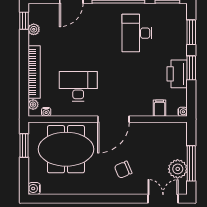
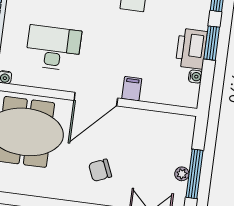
filing cabinet: (160, 108) -> (132, 89), moved
water cooler: (183, 112) -> (195, 77), moved
plant: (178, 169) -> (182, 174), width x0.53, depth x0.53

